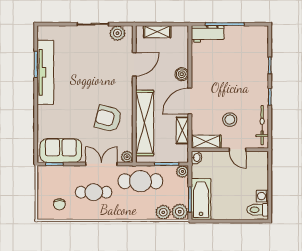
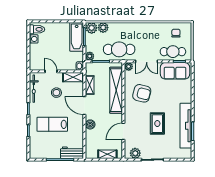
lab bench: (236, 74) -> (52, 124), added
rug: (86, 75) -> (157, 124), added
door: (190, 101) -> (84, 106), swing flipped
cafe table: (94, 192) -> (173, 52), moved

